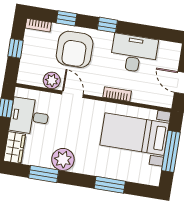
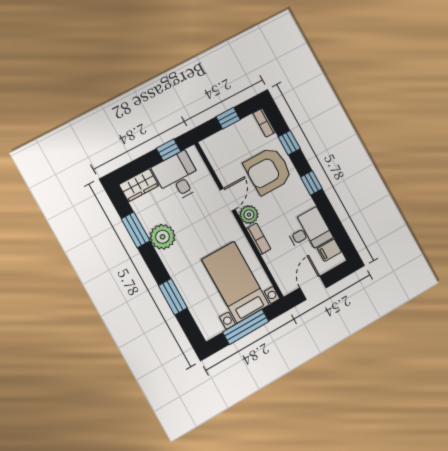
filing cabinet: (165, 50) -> (329, 250), added
desk: (134, 53) -> (308, 231), width x0.73
plant: (52, 80) -> (249, 215), moved

